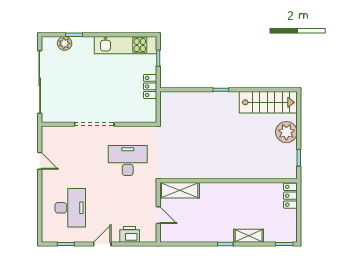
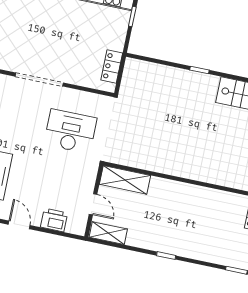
locker: (150, 86) -> (112, 67), moved
shelving: (249, 236) -> (108, 233), moved
door: (102, 244) -> (19, 225), hinge flipped

